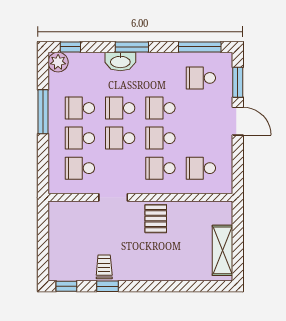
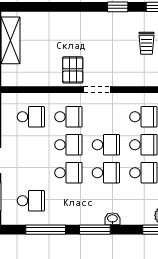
window: (200, 47) -> (46, 230), moved
washbasin: (120, 61) -> (112, 219), width x0.52, depth x0.69
doorway: (113, 197) -> (97, 90), moved
trolley: (104, 267) -> (146, 43), moved

